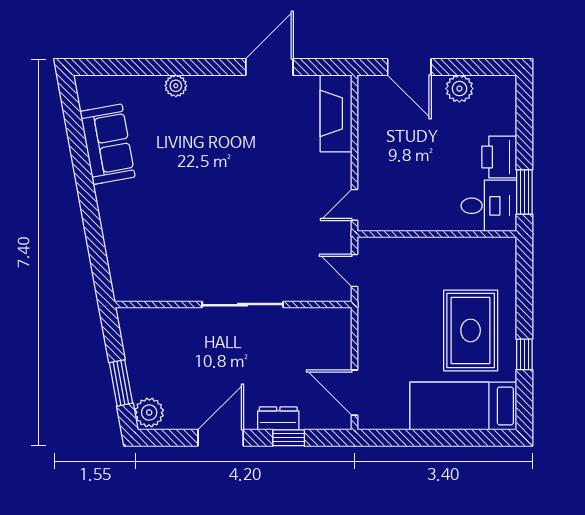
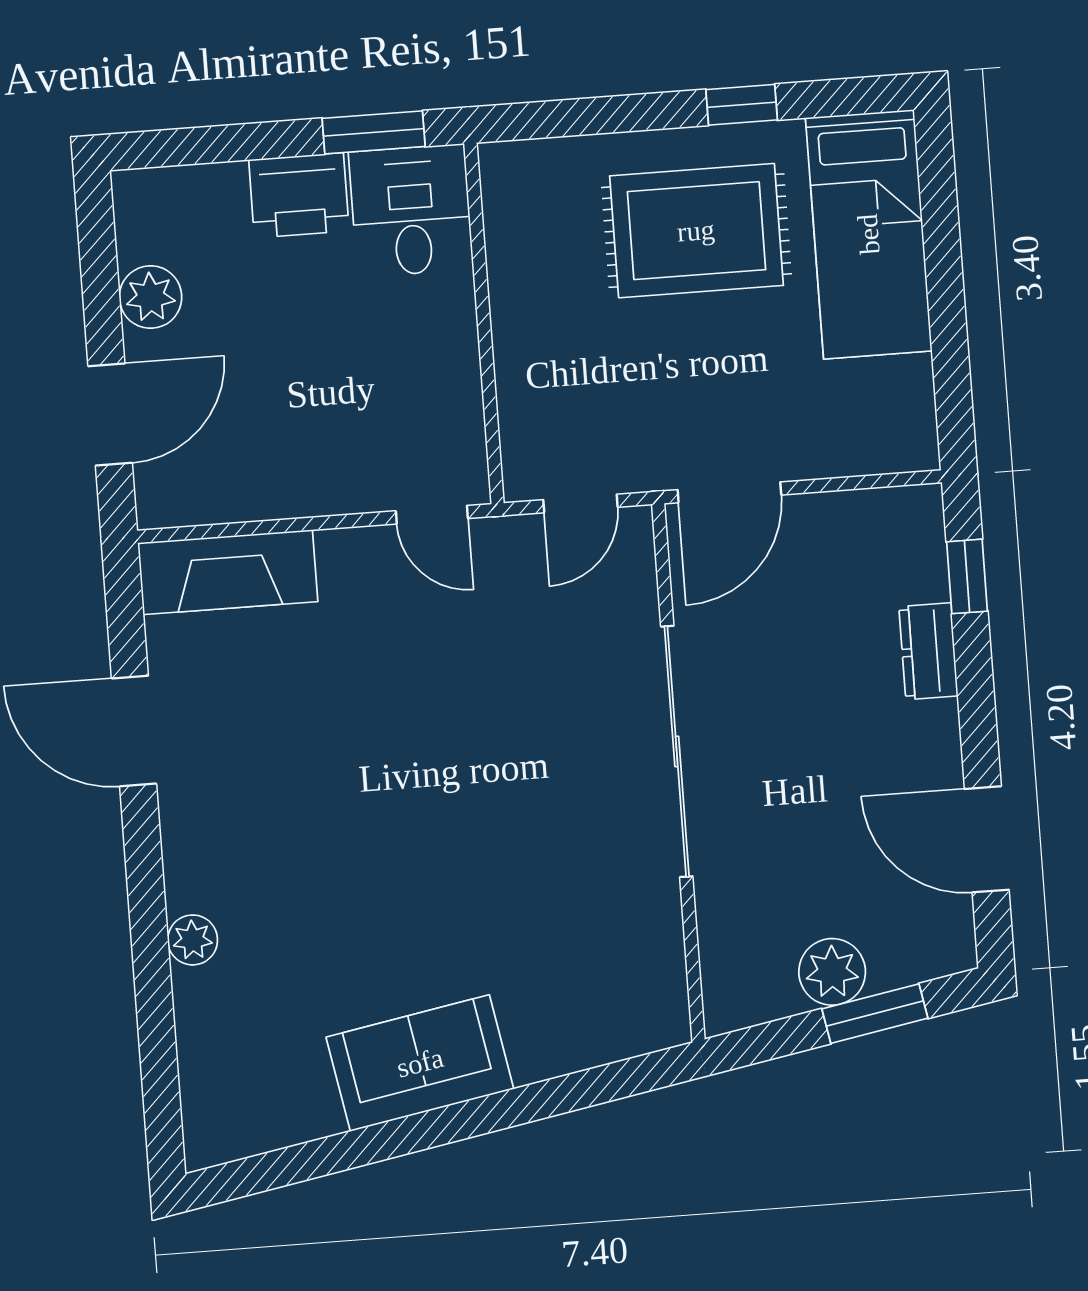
sofa: (107, 144) -> (420, 1063), moved
sliding door: (243, 305) -> (677, 751), width x1.36
door: (355, 393) -> (729, 492), moved
plant: (149, 412) -> (832, 972), moved
door: (221, 438) -> (987, 839), moved
window: (289, 438) -> (967, 576), moved

